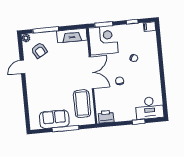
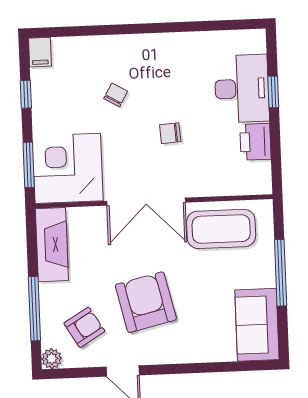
double door: (91, 73) -> (146, 202), swing flipped
armchair: (51, 75) -> (146, 302), added
desk: (149, 108) -> (242, 89), moved
printer: (106, 117) -> (255, 142), moved
sofa: (54, 119) -> (257, 325), moved

